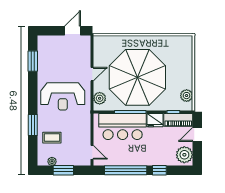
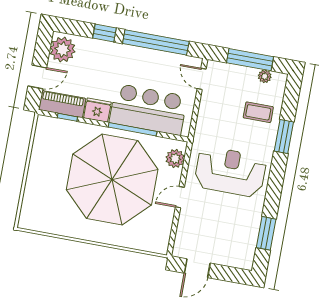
plant: (187, 96) -> (43, 139), removed
window: (63, 170) -> (250, 60), width x1.44

